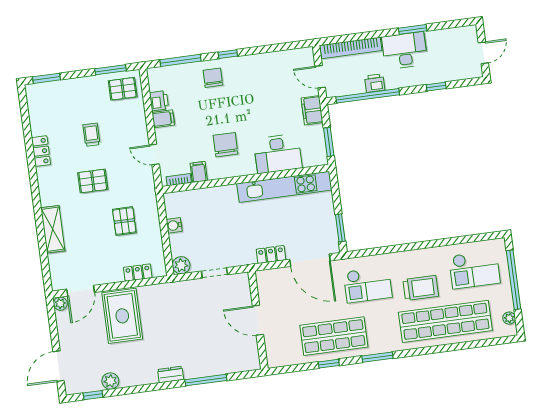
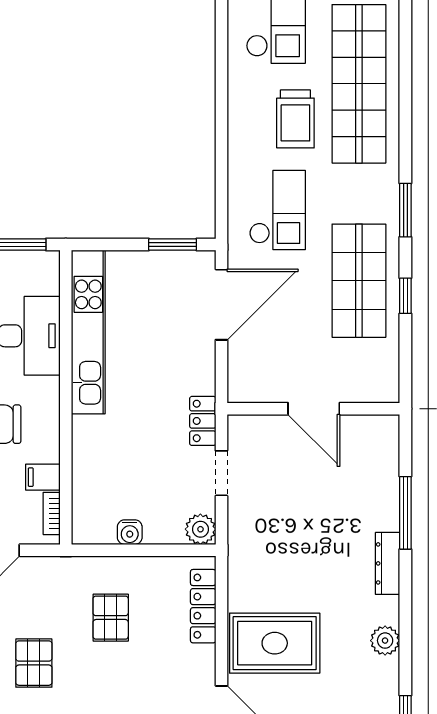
pallet: (124, 221) -> (111, 618), turned 90
locker: (271, 255) -> (203, 421), moved
locker: (138, 273) -> (203, 606), width x1.53
trolley: (421, 288) -> (295, 119), turned 180
door: (258, 320) -> (314, 409), hinge flipped
dresser: (171, 375) -> (388, 563), width x1.44
plant: (110, 381) -> (385, 641), moved

